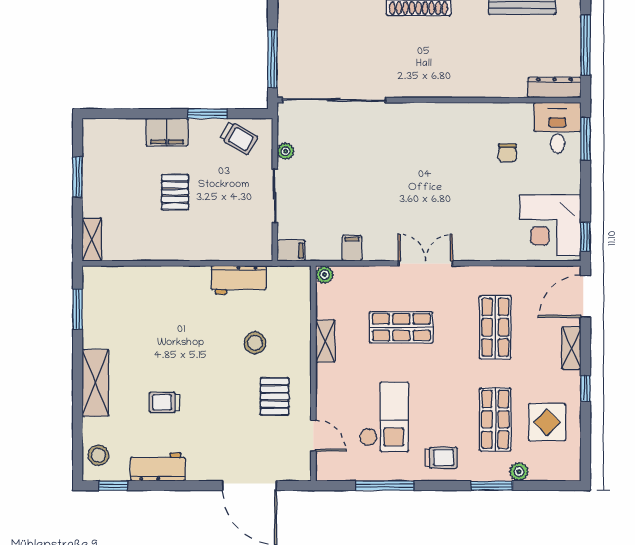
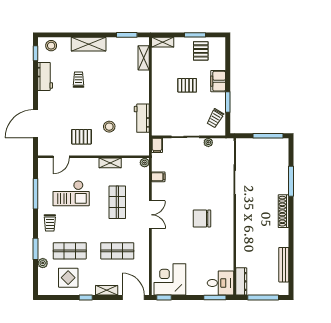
window: (273, 59) -> (268, 136), moved
chair: (508, 153) -> (202, 218), moved, width x1.87, depth x1.87
pallet: (109, 166) -> (201, 51), added
shelving: (122, 276) -> (144, 58), added

